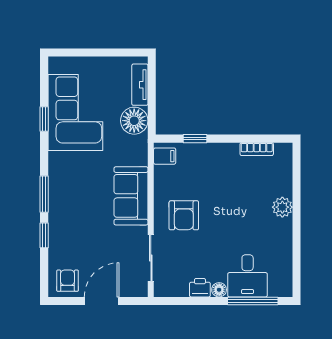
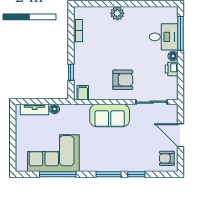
window: (44, 119) -> (58, 174), width x2.17
floor lamp: (134, 121) -> (55, 109), width x0.53, depth x0.53

